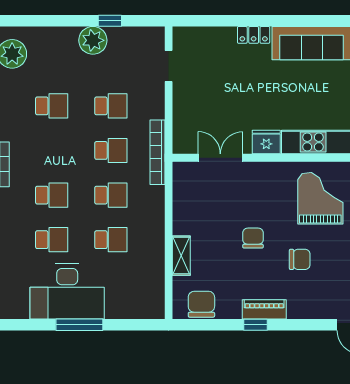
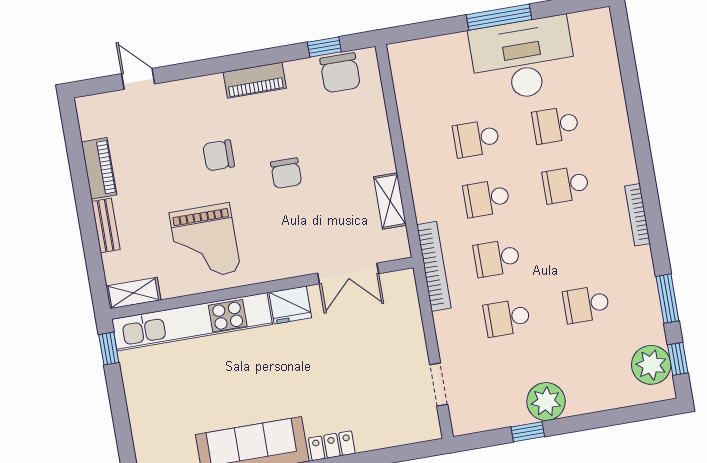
shelving: (181, 256) -> (390, 201), moved
window: (255, 325) -> (324, 47), moved

